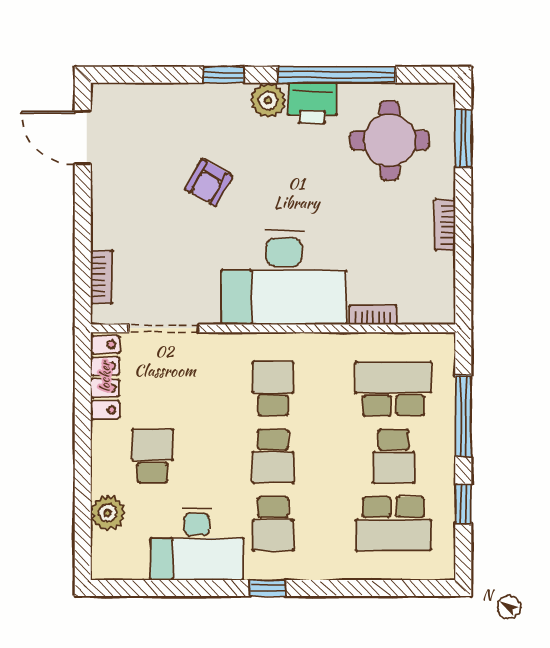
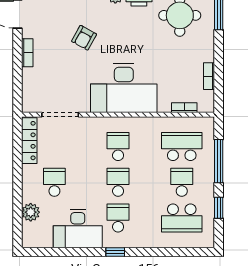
bookcase: (445, 225) -> (209, 76), moved
bookcase: (101, 277) -> (27, 53), moved
bookcase: (373, 315) -> (184, 108), moved
school desk: (273, 456) -> (118, 182), turned 180
school desk: (393, 456) -> (182, 182), turned 180
school desk: (273, 524) -> (118, 218), turned 180

